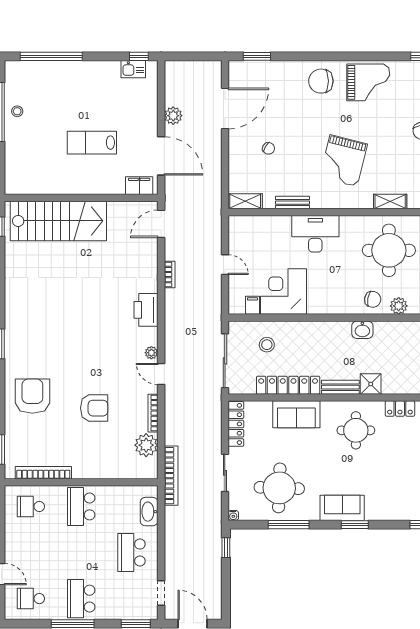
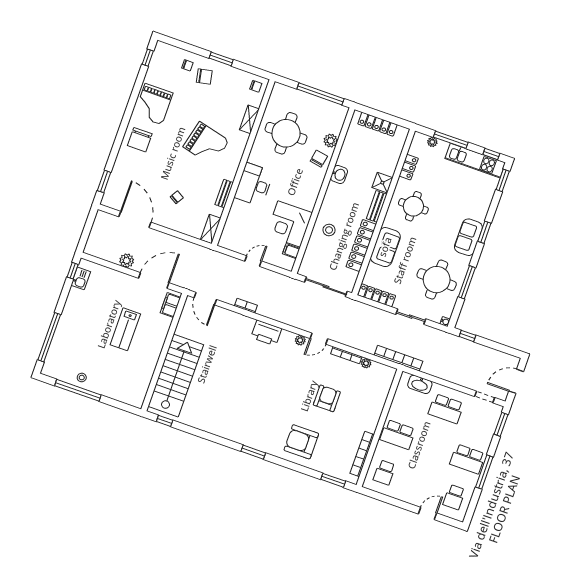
grand piano: (368, 82) -> (153, 104), turned 180
stool: (267, 345) -> (329, 230), moved
plant: (146, 445) -> (366, 363), width x0.53, depth x0.53

